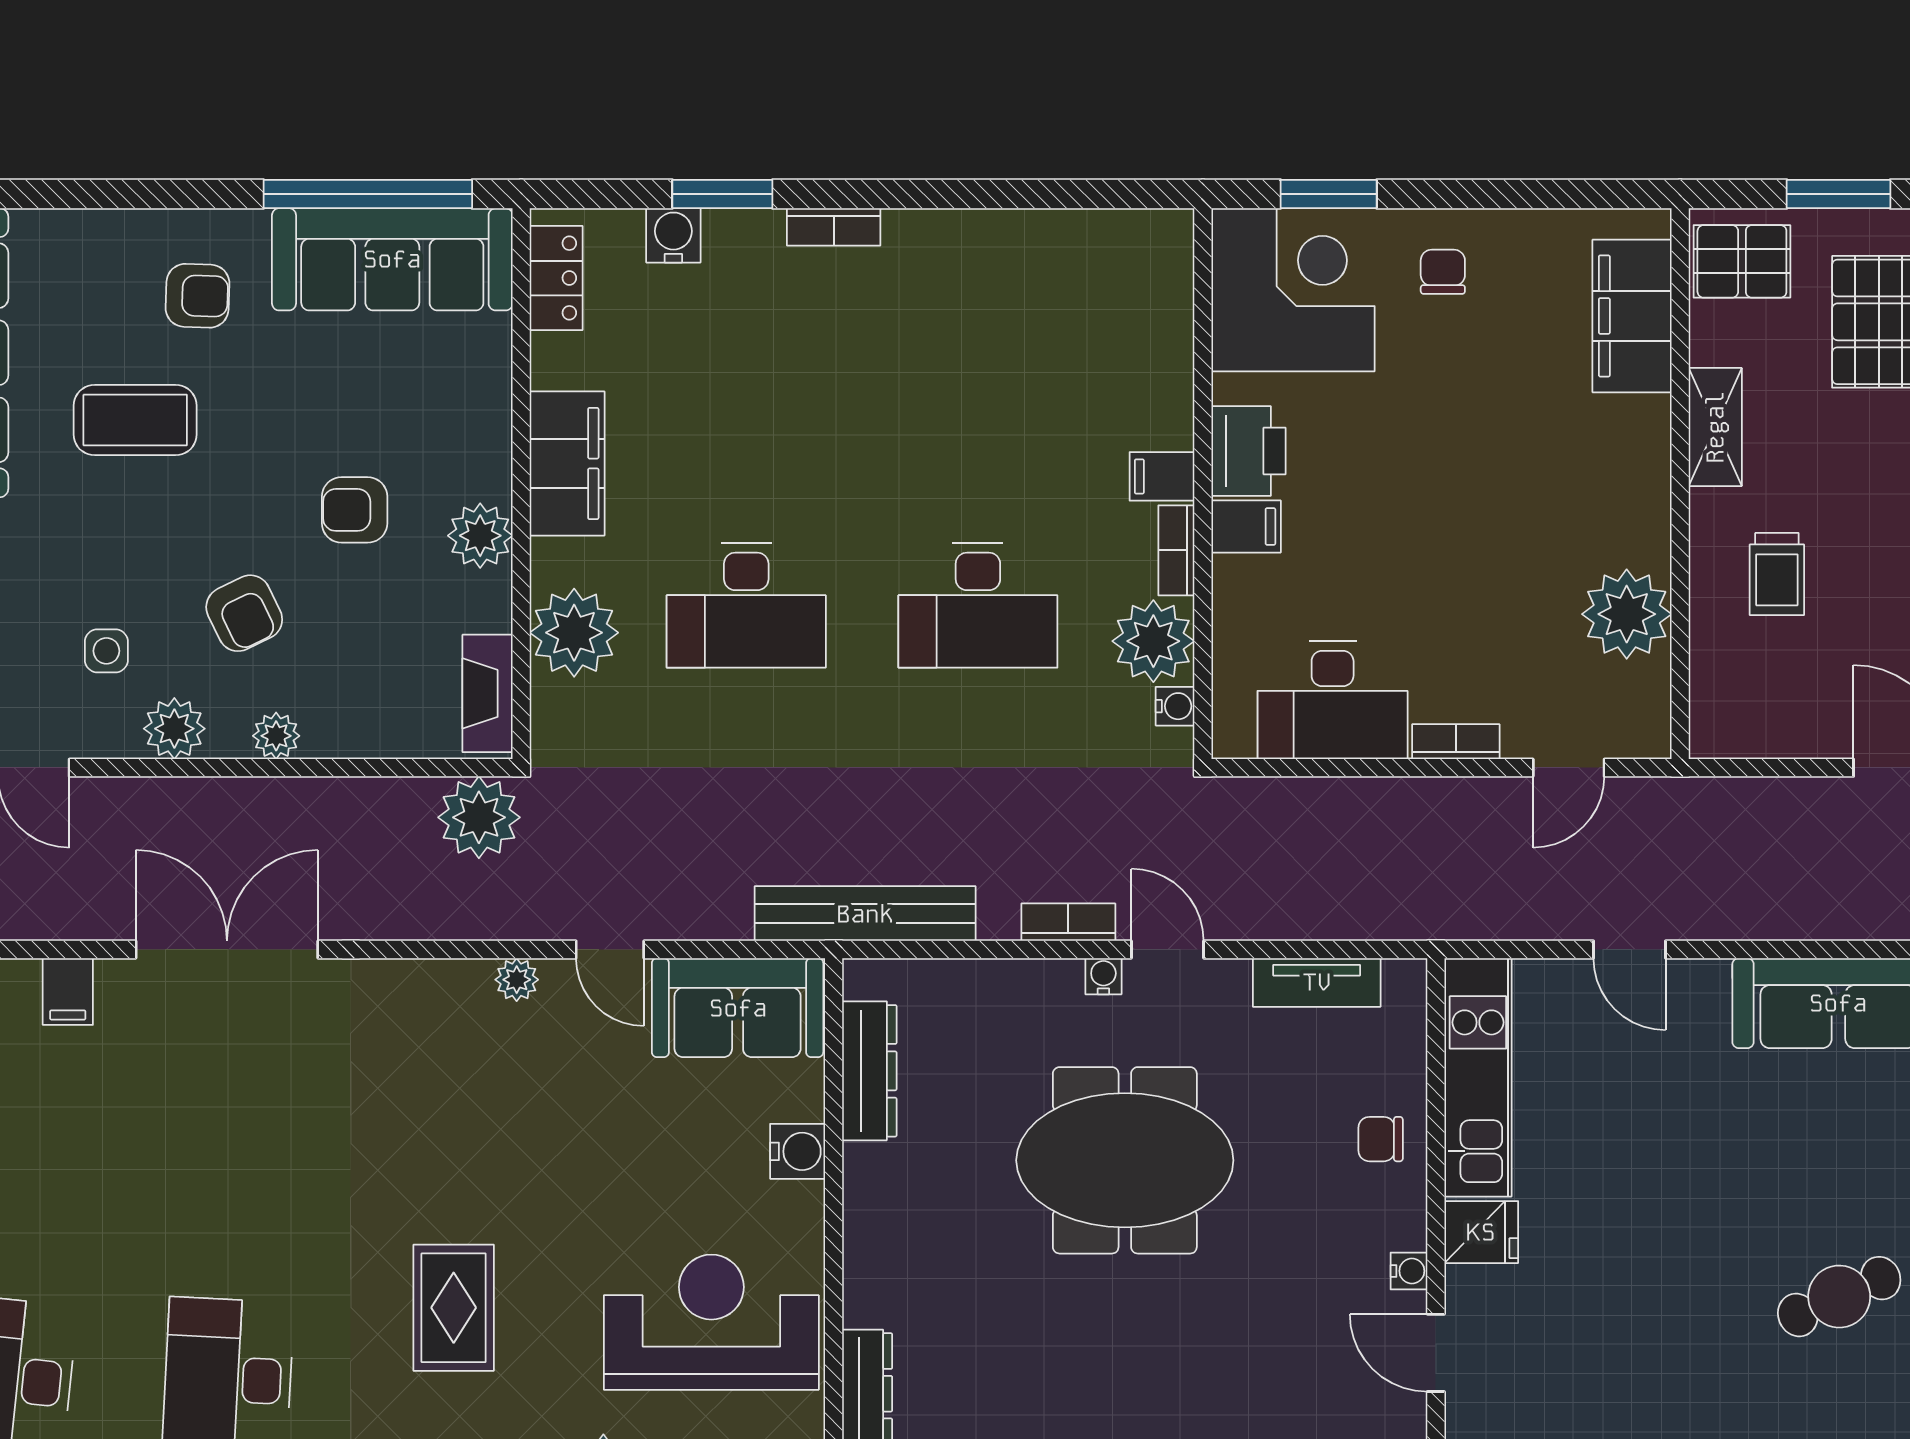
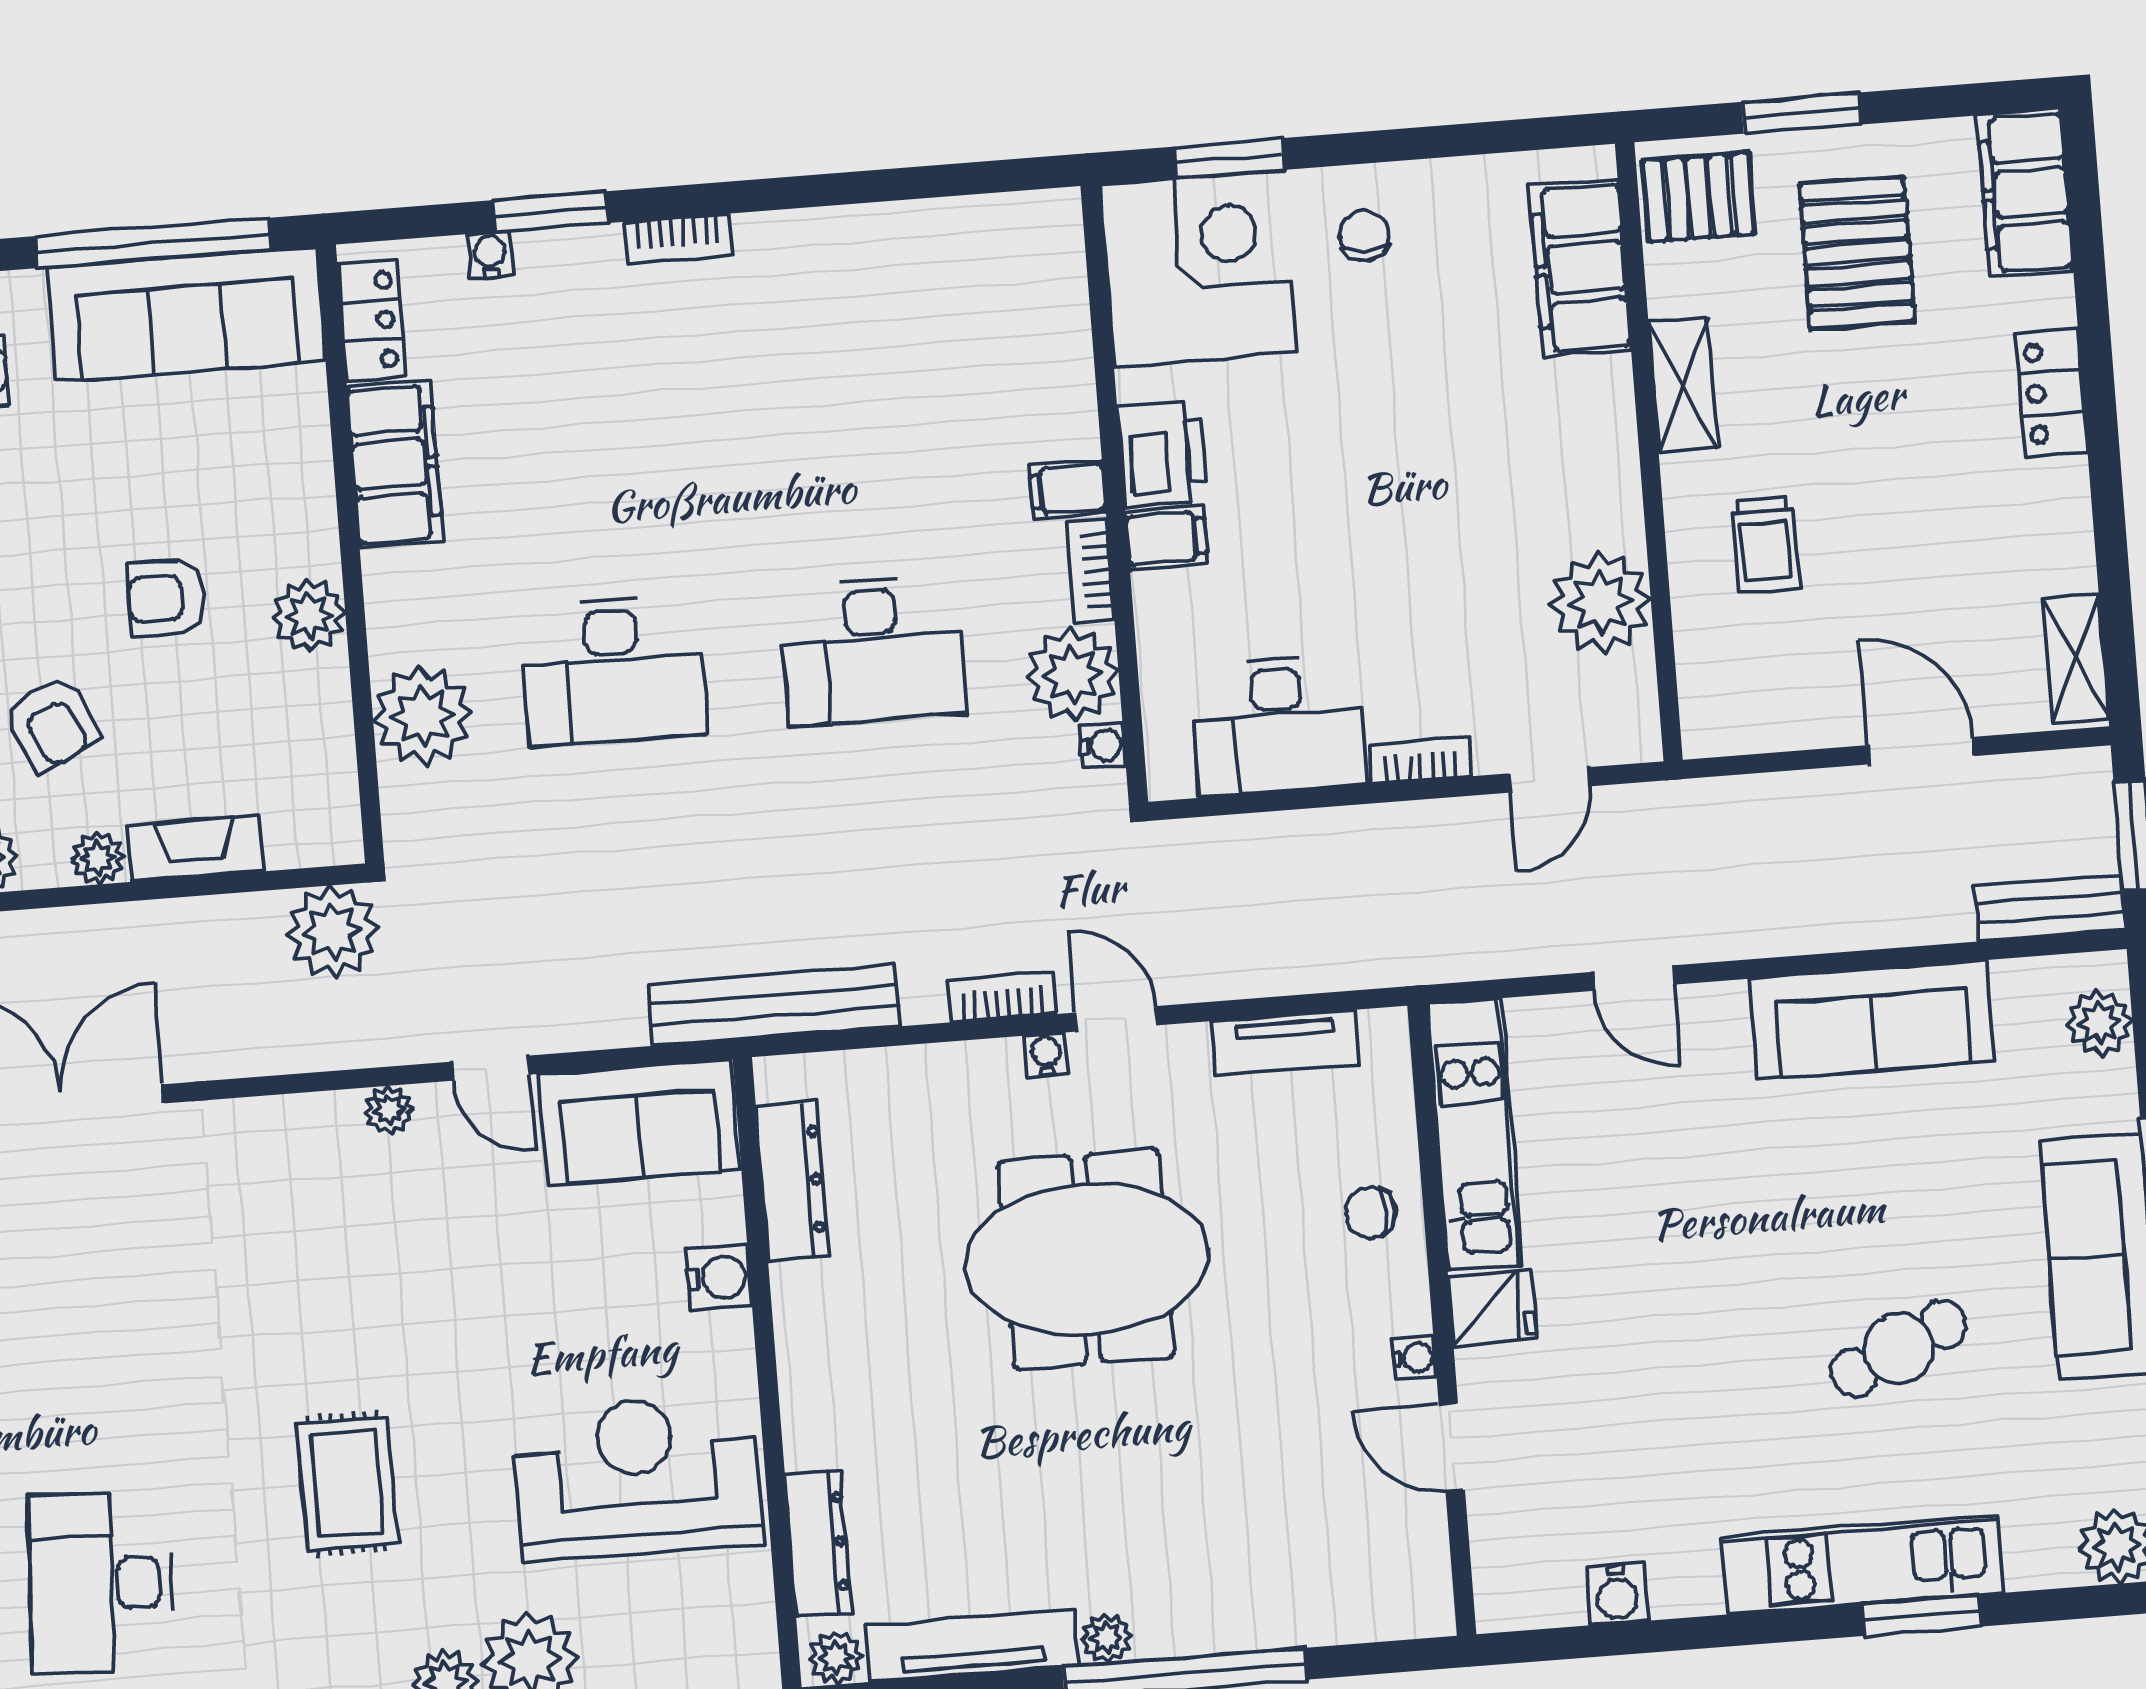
water cooler: (673, 235) -> (490, 255), width x0.72, depth x0.72
filing cabinet: (567, 463) -> (395, 464), moved
fireplace: (488, 693) -> (195, 849), moved, turned 90

